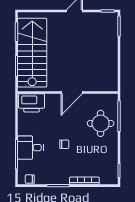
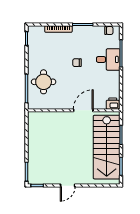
door: (72, 92) -> (83, 110), moved
printer: (32, 103) -> (113, 104), width x0.53, depth x0.68

